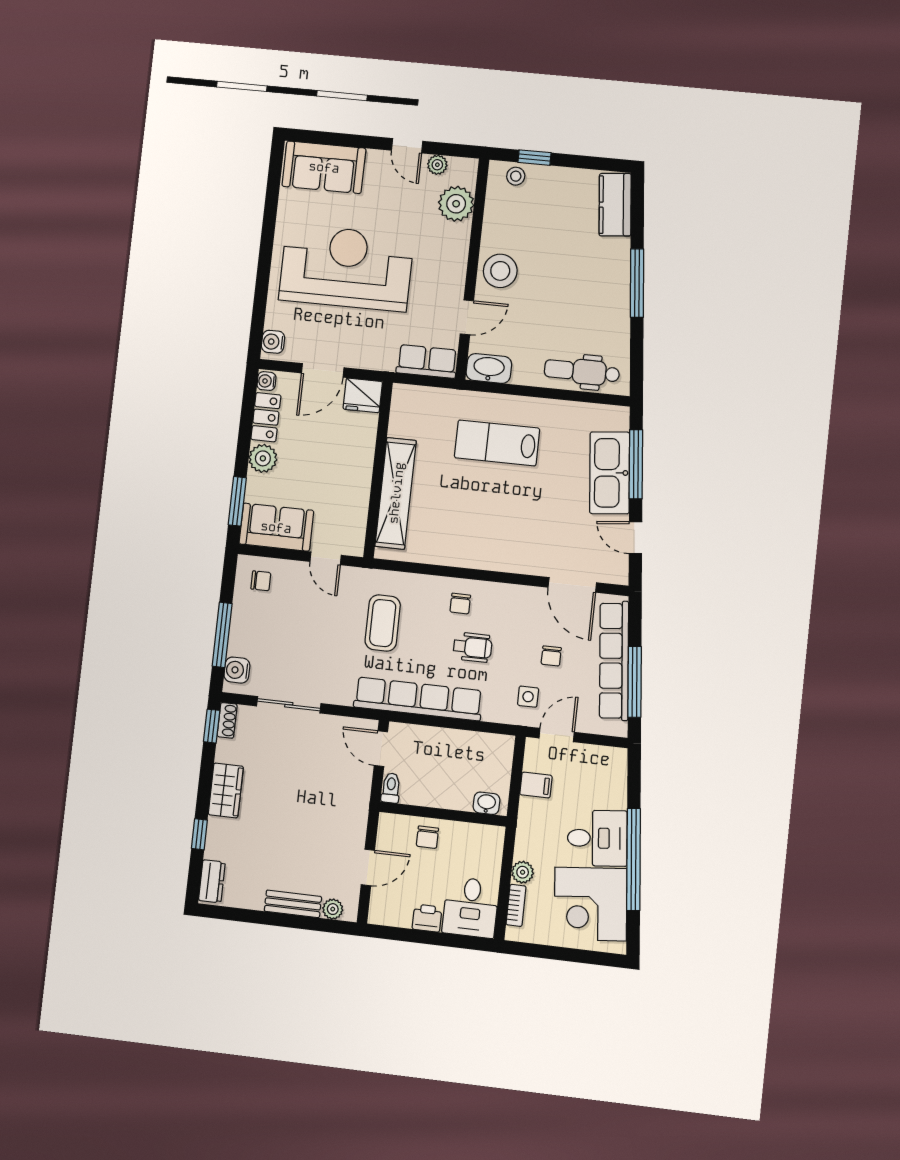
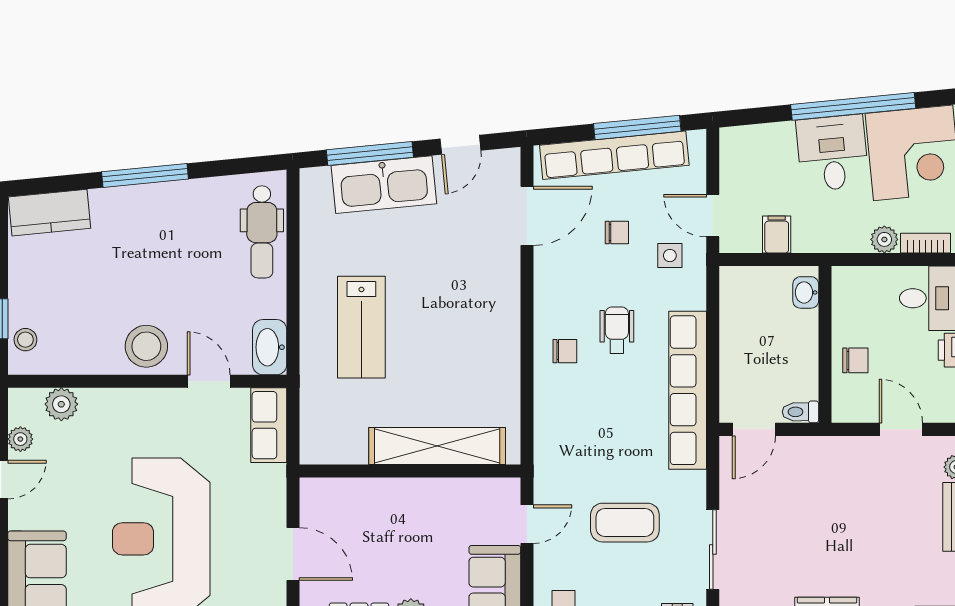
plant: (456, 204) -> (61, 404), width x0.73, depth x0.73
fridge: (363, 395) -> (319, 500), removed
coffee table: (383, 623) -> (625, 523), moved

